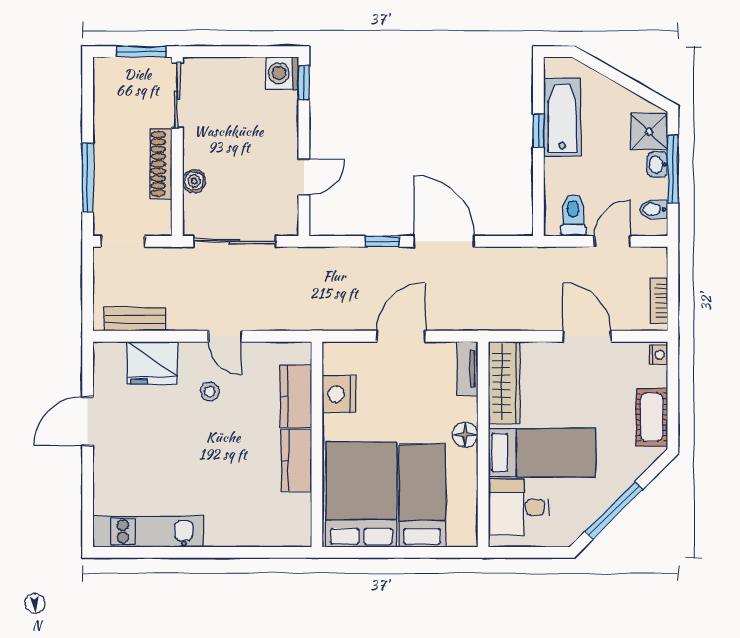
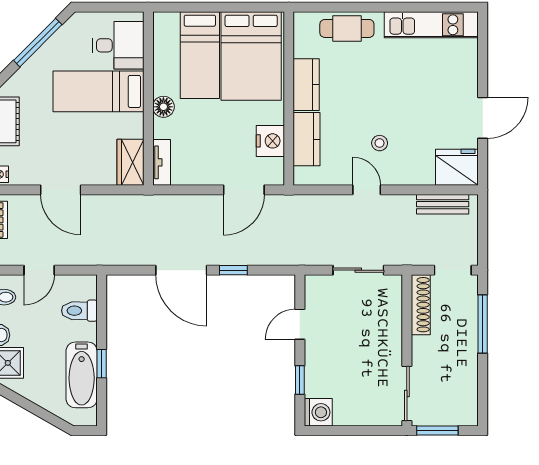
window: (304, 83) -> (300, 380), moved
shoe rack: (161, 164) -> (421, 305), moved
boiler: (194, 181) -> (393, 321), removed
toilet: (573, 215) -> (79, 311), moved, turned 90
sliding door: (235, 241) -> (358, 270), width x0.73
door: (401, 336) -> (244, 190), moved
fridge: (152, 363) -> (457, 167), moved
wardrobe: (504, 383) -> (131, 162), width x0.67
cafe table: (248, 527) -> (347, 28), added

